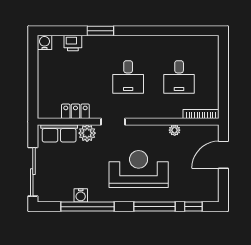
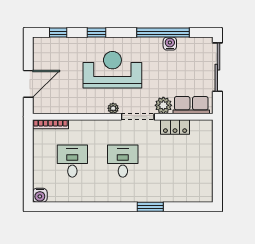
water cooler: (44, 42) -> (40, 195), moved
printer: (73, 43) -> (178, 195), removed
doorway: (113, 122) -> (138, 117), width x1.38
plant: (175, 130) -> (113, 108), moved
reception desk: (139, 169) -> (112, 70), turned 180
window: (155, 207) -> (97, 33), width x0.46

